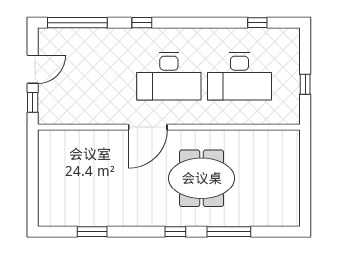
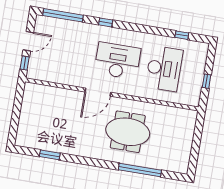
desk: (169, 76) -> (117, 61), turned 180
desk: (239, 76) -> (164, 69), turned -90
window: (175, 232) -> (105, 164), removed
window: (229, 232) -> (140, 170), width x1.46

